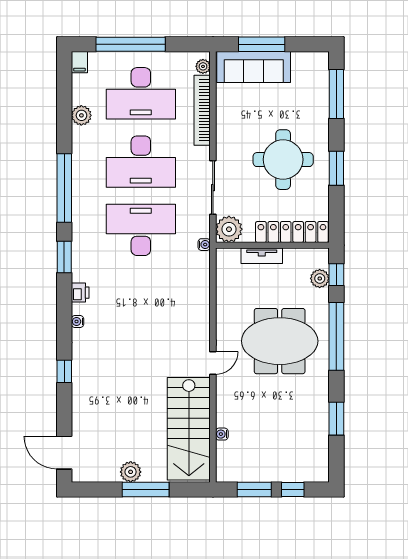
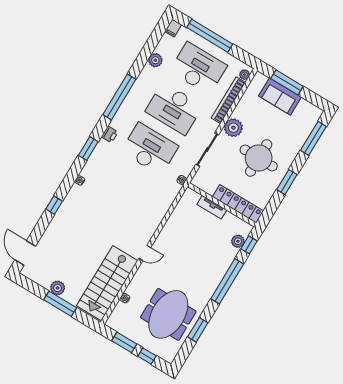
sofa: (254, 67) -> (280, 96), width x0.73
desk: (141, 93) -> (198, 68), turned 180
plant: (229, 229) -> (233, 128), moved
window: (64, 257) -> (88, 149), moved
printer: (80, 293) -> (110, 134), moved
meeting table: (280, 341) -> (168, 314), moved, turned 90

